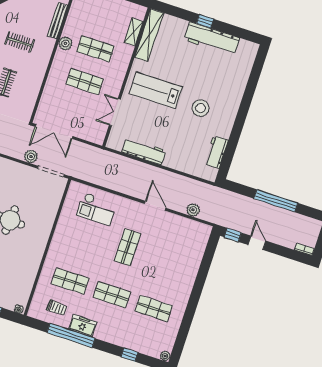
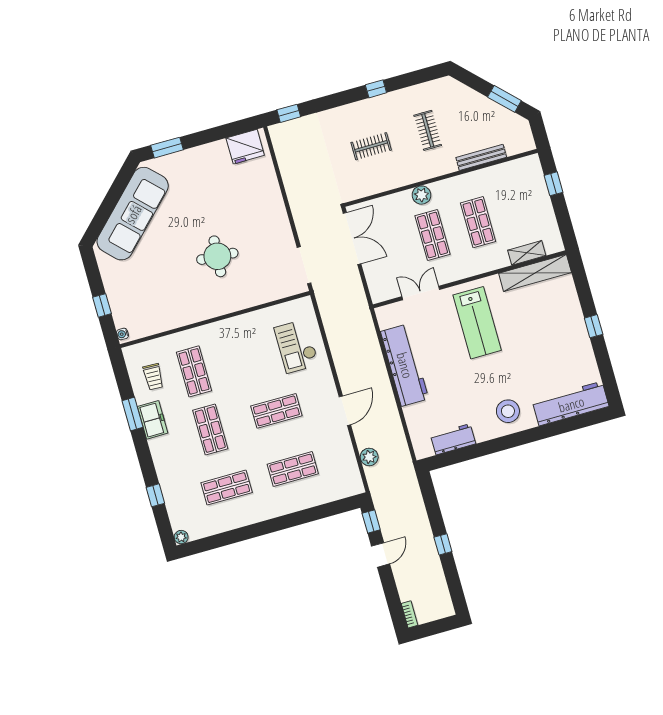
workbench: (212, 39) -> (571, 404), moved, turned 90
plant: (65, 43) -> (421, 195), moved
lab bench: (156, 90) -> (477, 323), turned 180
stool: (201, 108) -> (508, 411), moved
double door: (54, 132) -> (352, 238), swing flipped
workbench: (144, 151) -> (405, 365), width x1.36, depth x1.32
plant: (31, 157) -> (306, 231), removed
window: (276, 201) -> (443, 544), width x0.32
shop shelf: (169, 261) -> (293, 469), added
shop shelf: (154, 308) -> (227, 488), turned 90
window: (71, 335) -> (133, 414), width x0.47

